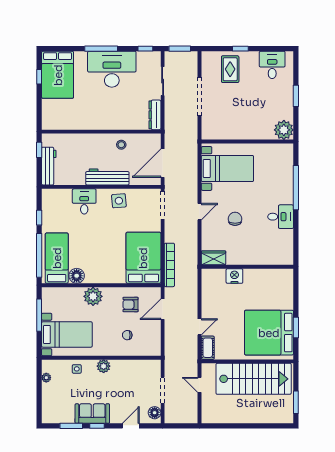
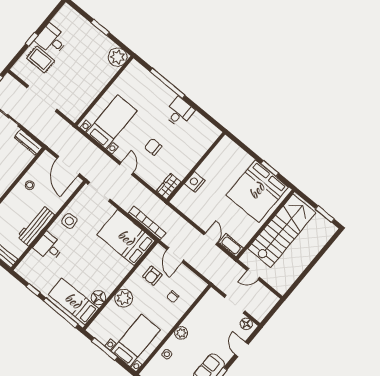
desk: (272, 65) -> (52, 40), moved
workbench: (107, 177) -> (36, 226), moved

